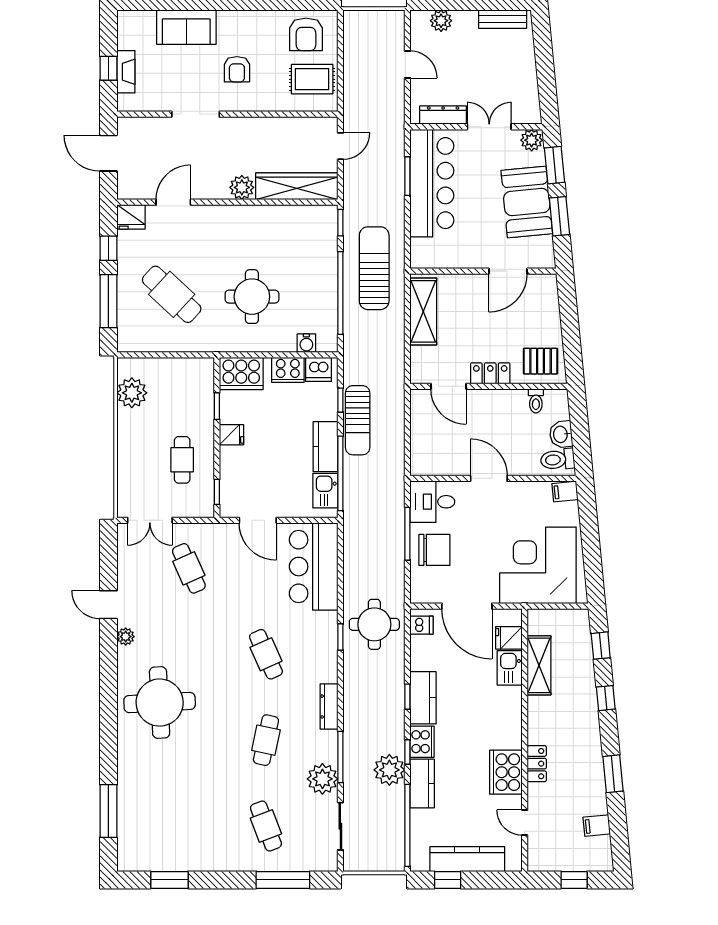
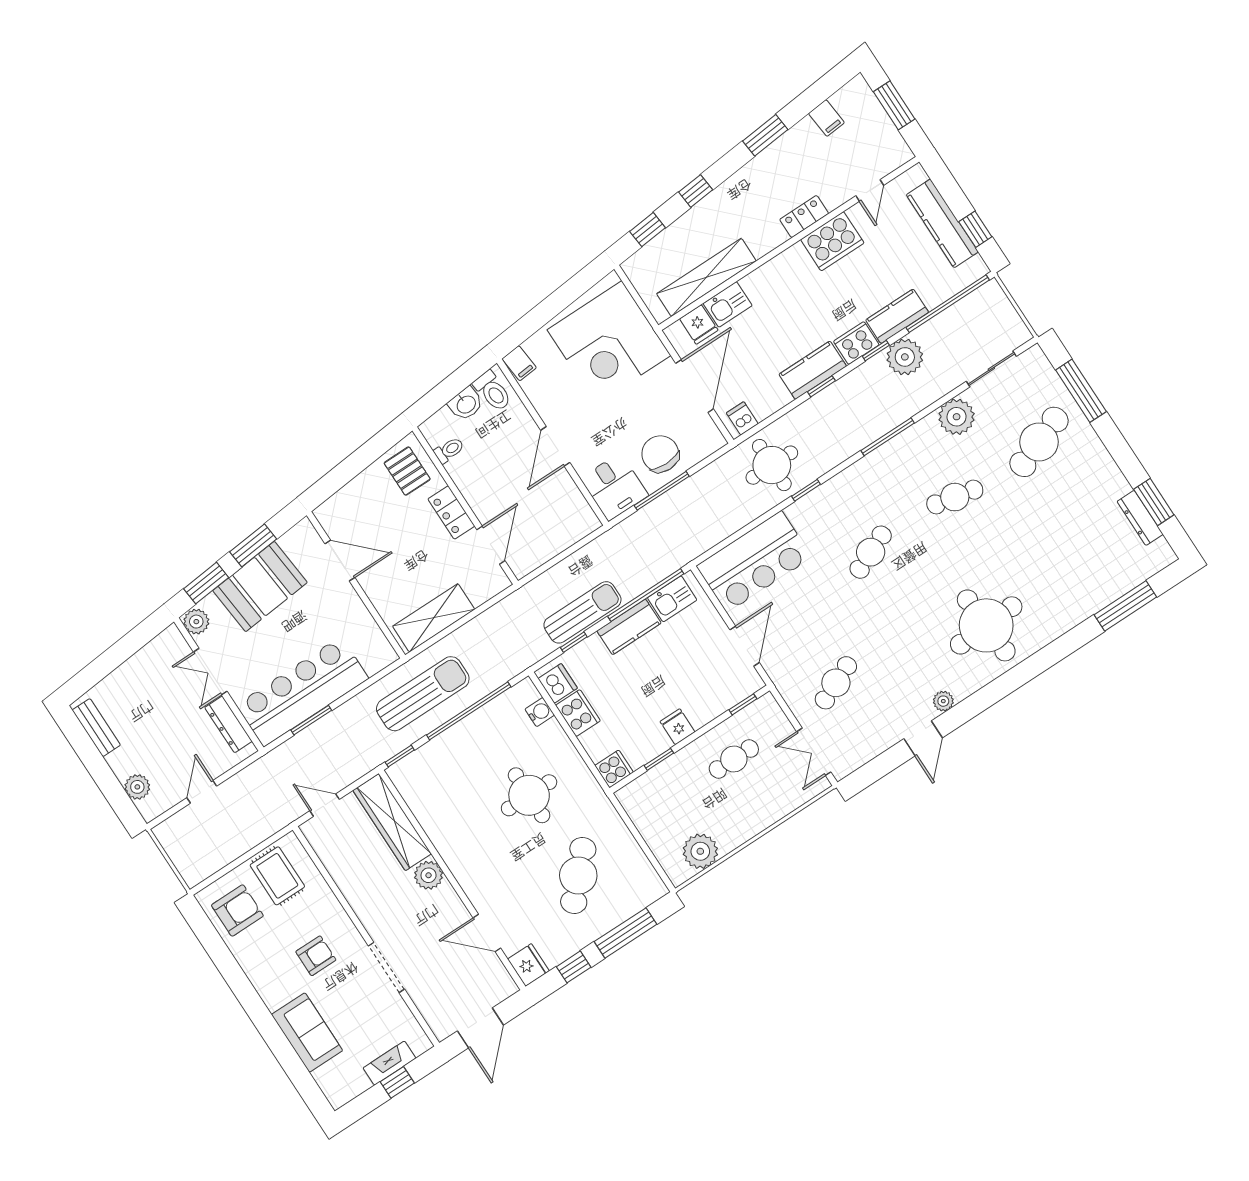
sun lounger: (374, 268) -> (423, 694), turned 180
cooker: (241, 374) -> (614, 769), width x0.53, depth x0.76
double door: (150, 520) -> (814, 752), swing flipped
shelving: (539, 665) -> (706, 277), width x1.47
dresser: (329, 707) -> (1140, 518), moved, turned 90
window: (340, 757) -> (888, 437), moved
cafe table: (266, 826) -> (1039, 442), width x1.37, depth x1.35
window: (574, 880) -> (894, 105), width x1.50

